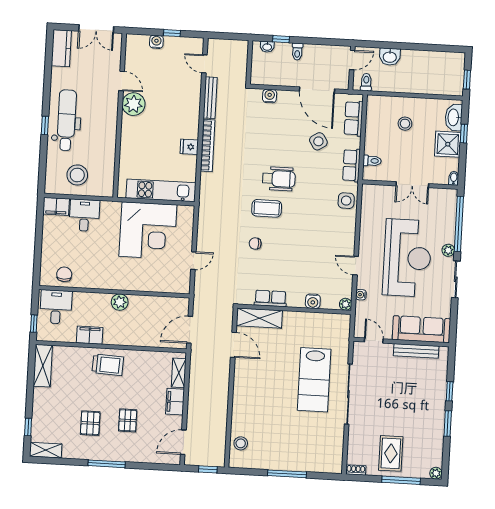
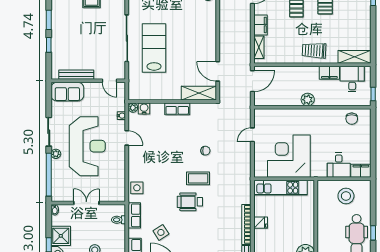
reception desk: (407, 258) -> (87, 146), turned 180
row of seats: (270, 298) -> (177, 109), moved
water cooler: (313, 301) -> (144, 109), moved
desk: (56, 307) -> (352, 79), moved, turned 180
window: (34, 324) -> (373, 94), moved
sofa: (421, 329) -> (67, 92), width x0.73
shelving: (43, 366) -> (354, 57), moved, turned 90

